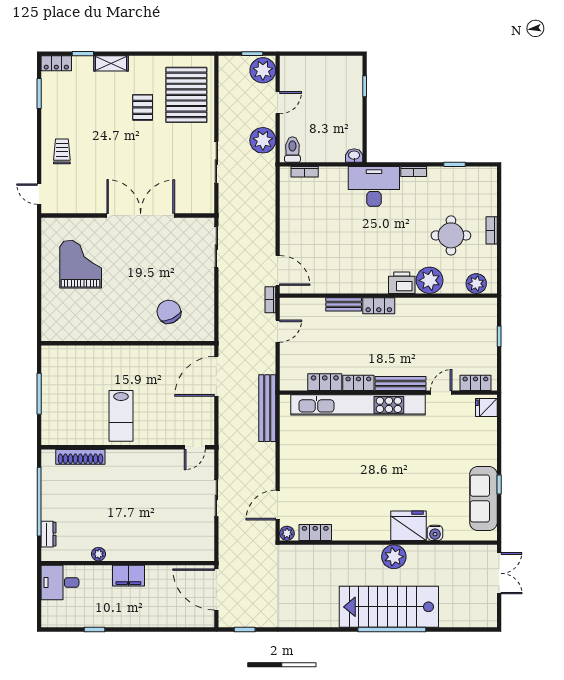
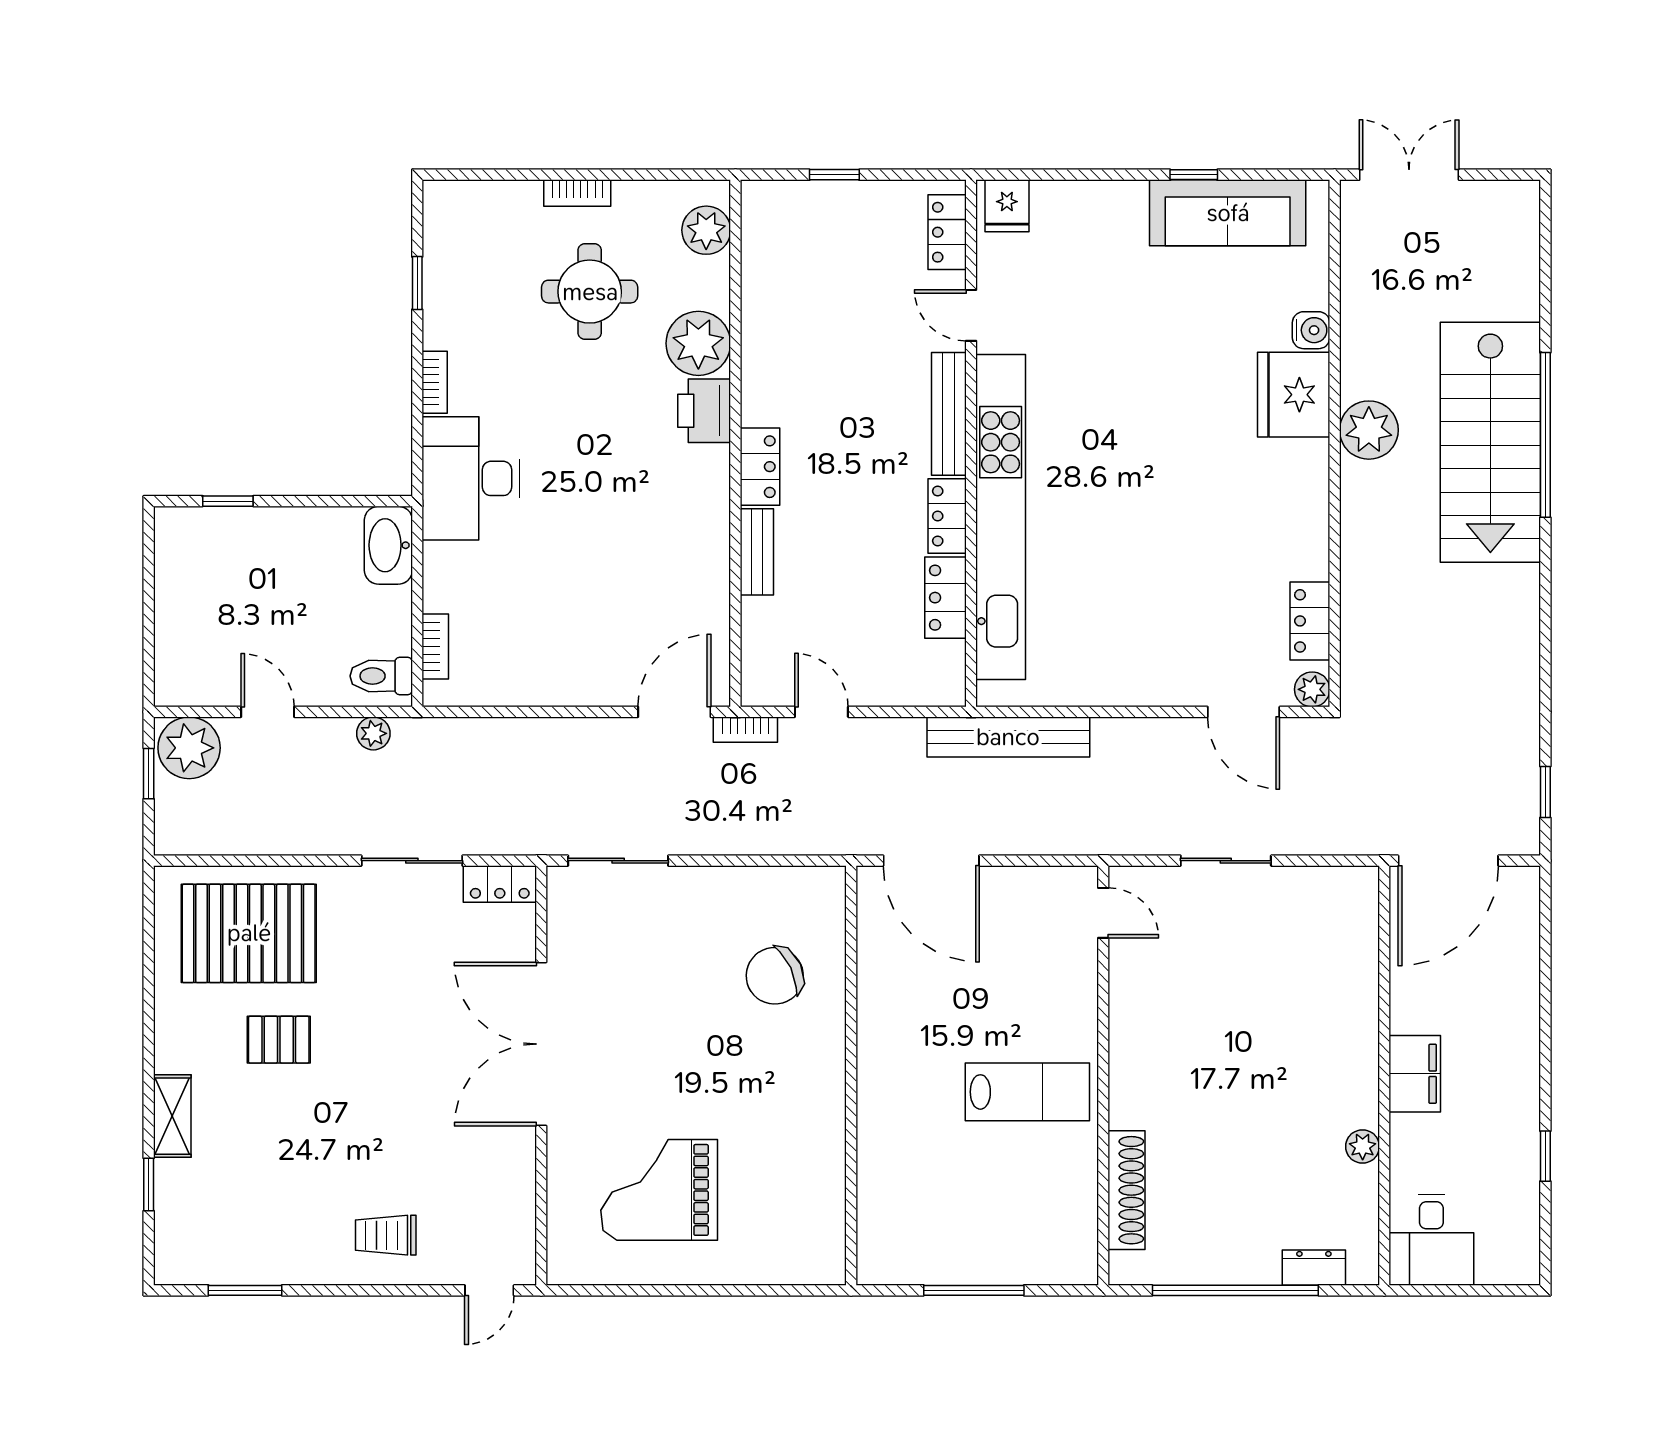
locker: (56, 63) -> (500, 884), moved, turned 90
plant: (263, 140) -> (373, 733), width x0.53, depth x0.53
washbasin: (354, 156) -> (388, 545), width x1.91, depth x1.45

